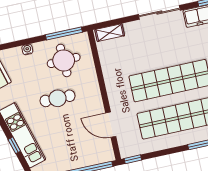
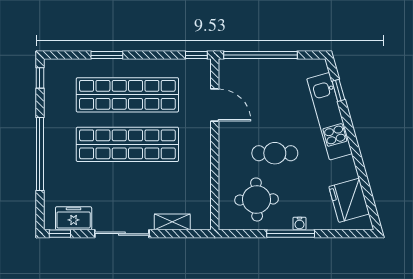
window: (64, 33) -> (291, 234), moved
shelving: (110, 33) -> (172, 222), moved
window: (14, 145) -> (338, 90), moved

